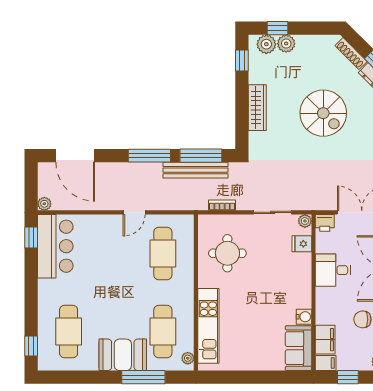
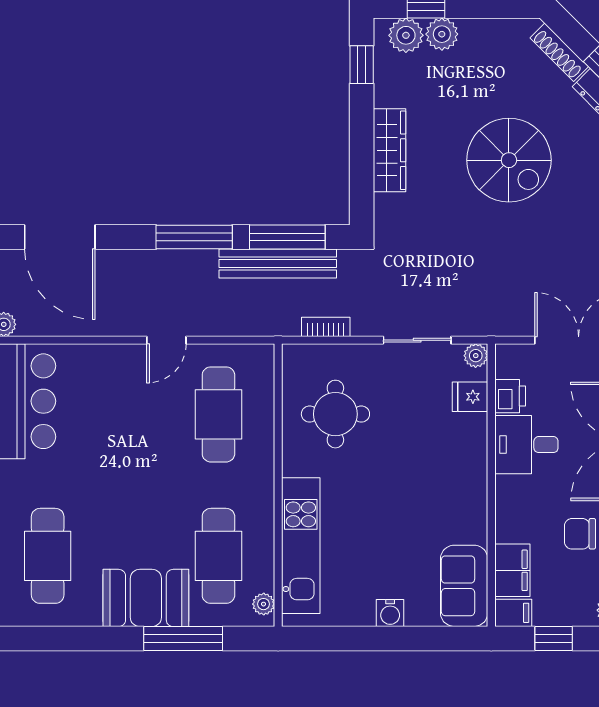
printer: (325, 223) -> (510, 396), moved, turned -90
water cooler: (304, 317) -> (390, 613), moved, turned 90

